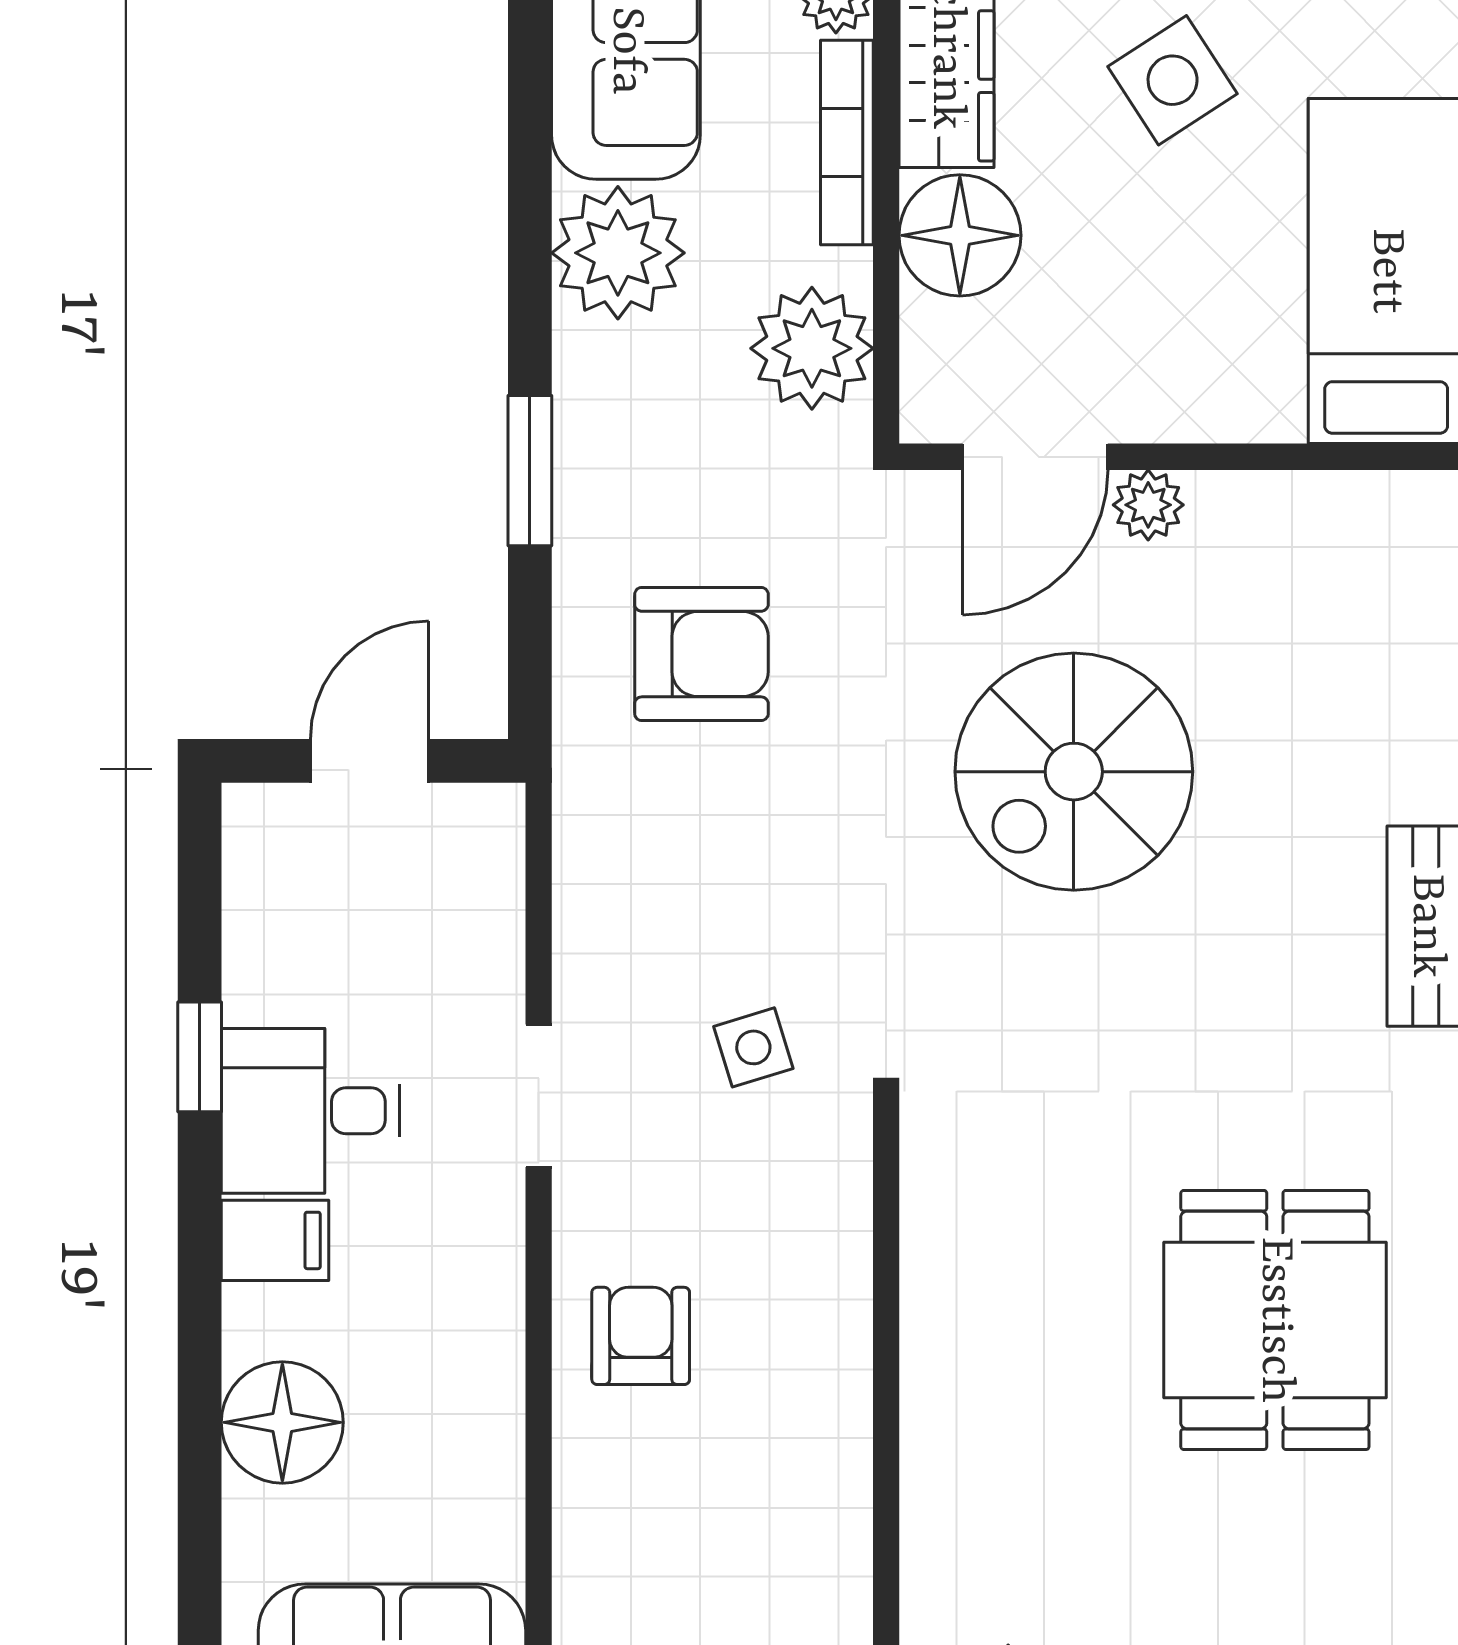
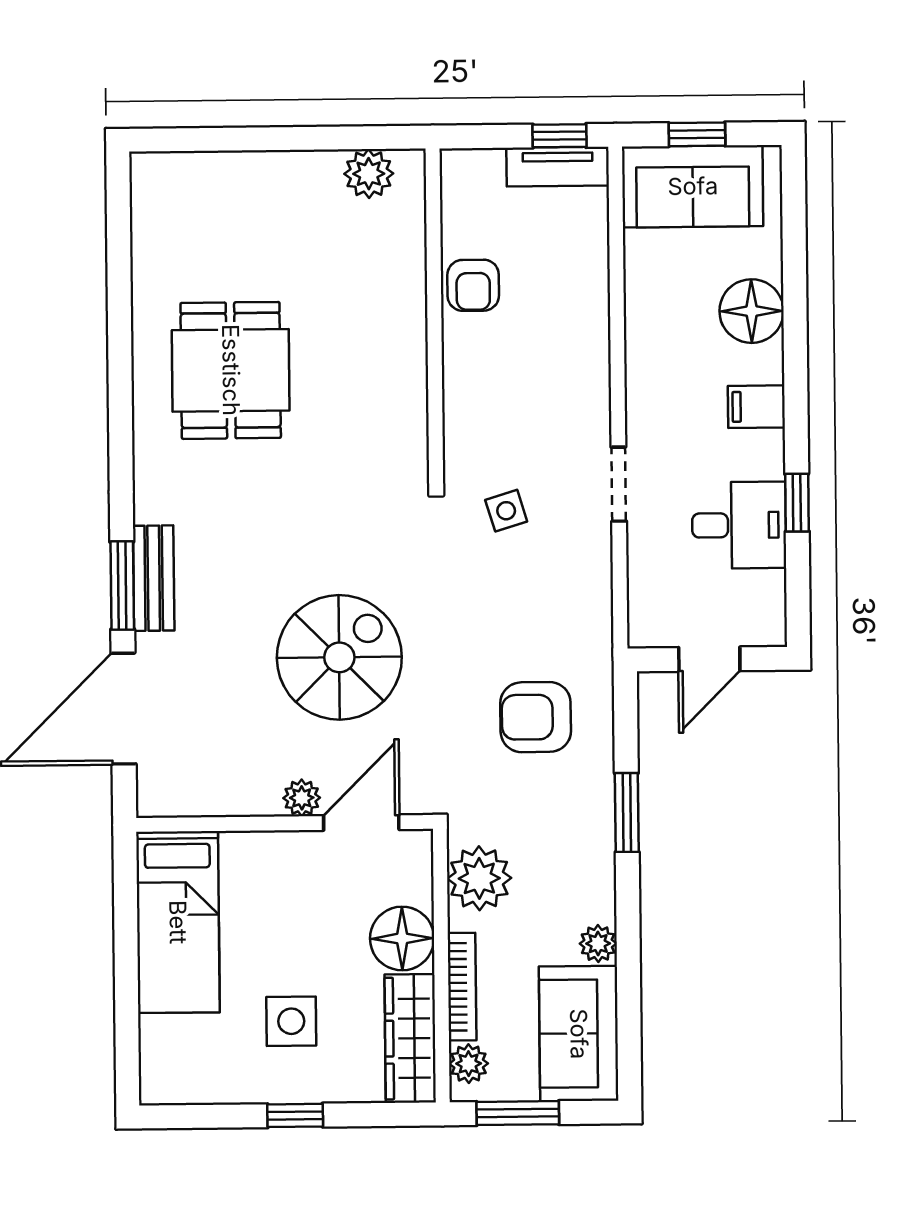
side table: (1173, 80) -> (291, 1021), turned 33
plant: (618, 253) -> (598, 944), width x0.53, depth x0.53
desk: (310, 1111) -> (739, 525), moved
armchair: (641, 1336) -> (473, 285), moved

